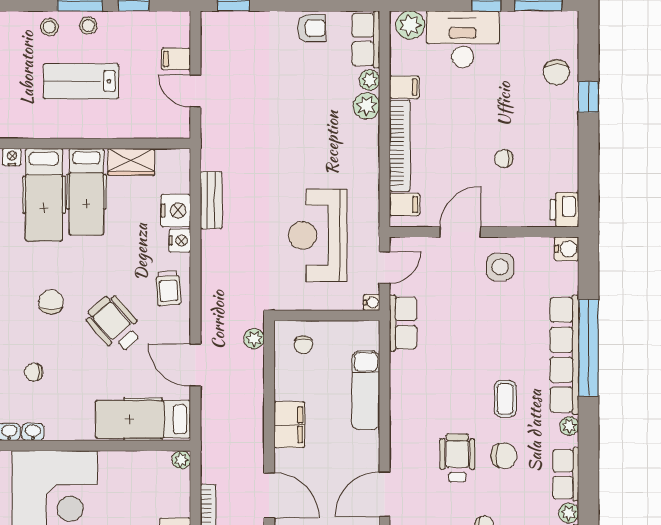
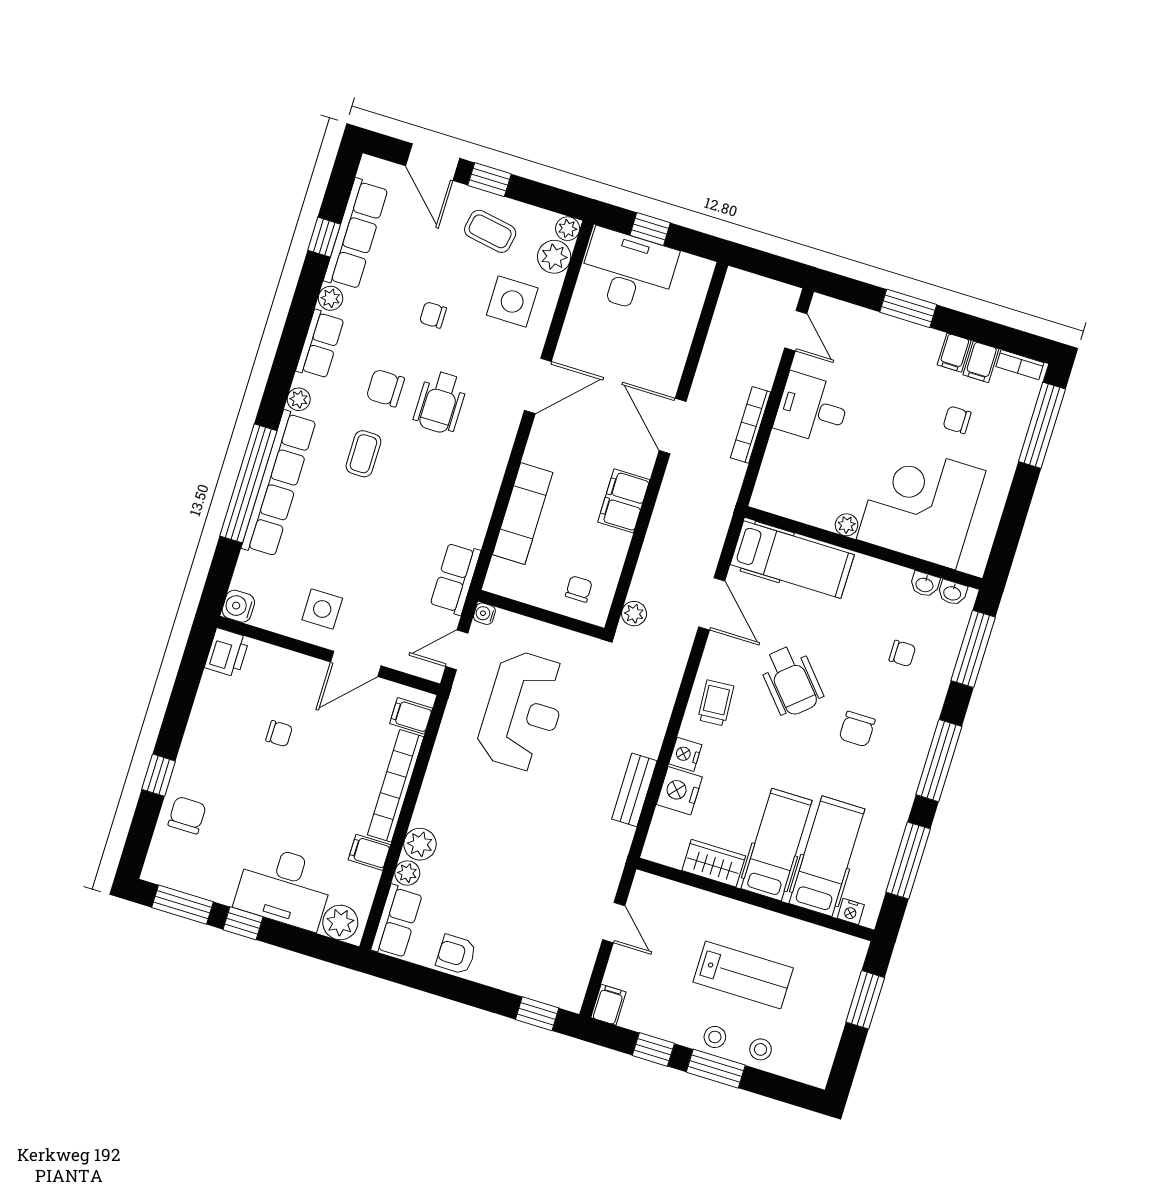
filing cabinet: (176, 59) -> (608, 1005), moved, turned -90
plant: (181, 460) -> (847, 525), moved

